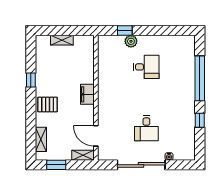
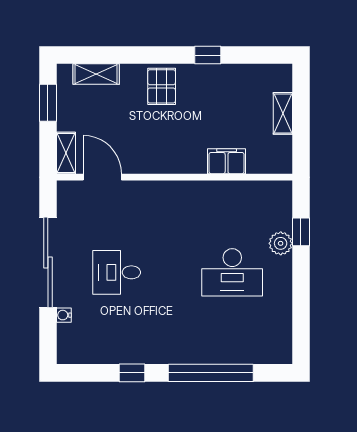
desk: (146, 67) -> (232, 272), width x1.37
filing cabinet: (87, 94) -> (227, 161), moved
door: (96, 136) -> (102, 177), hinge flipped

